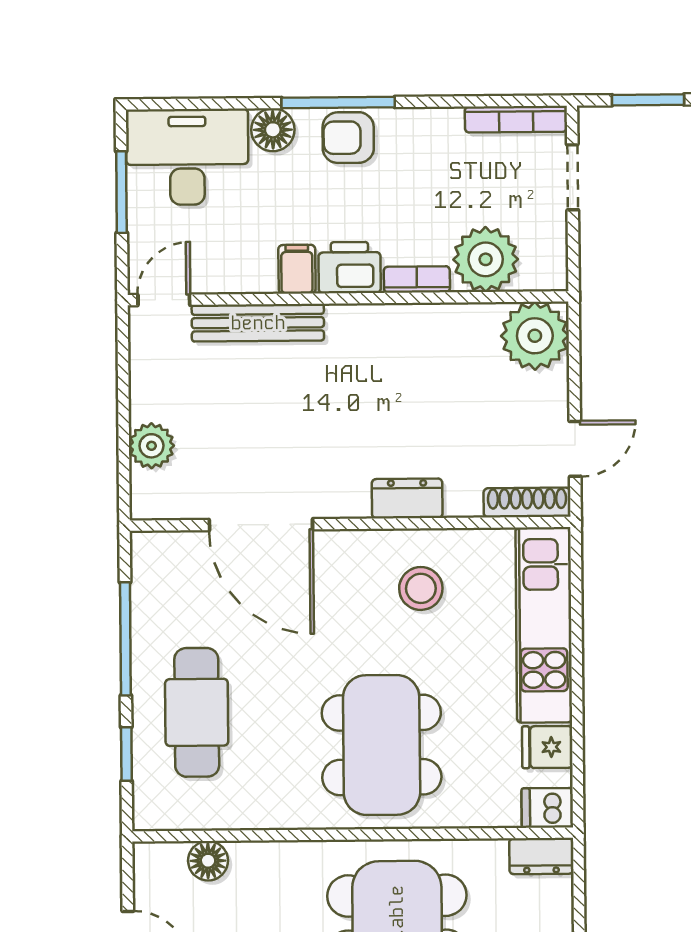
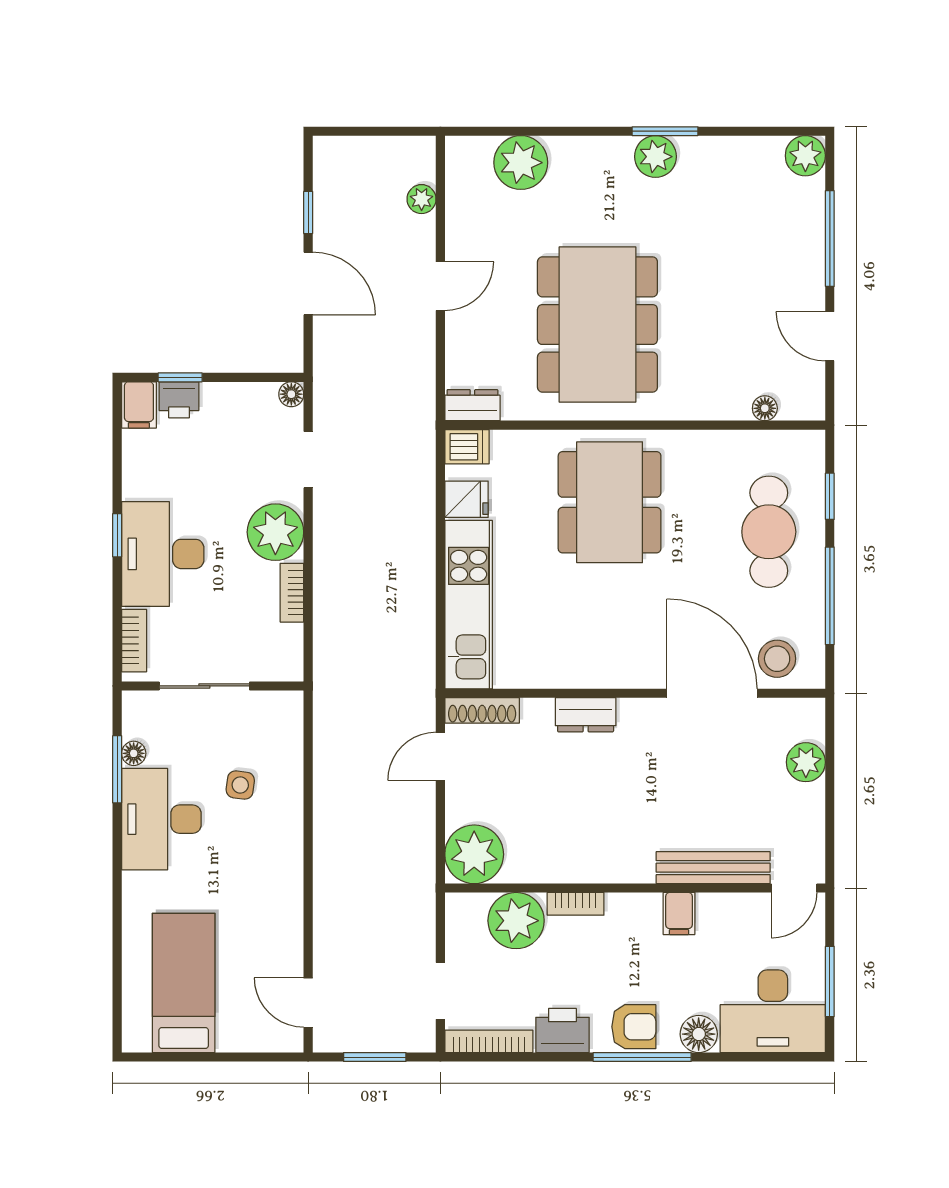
printer: (350, 268) -> (562, 1031), moved, turned 180
stool: (421, 588) -> (777, 659), moved
floor lamp: (208, 861) -> (765, 408), width x0.73, depth x0.73

